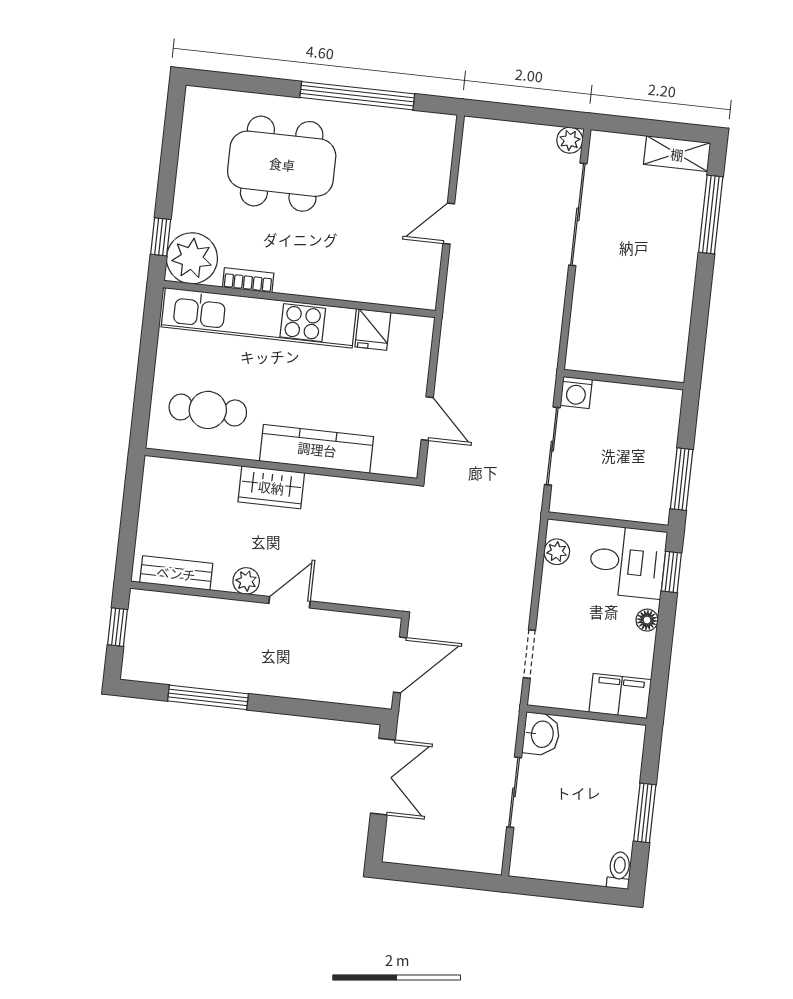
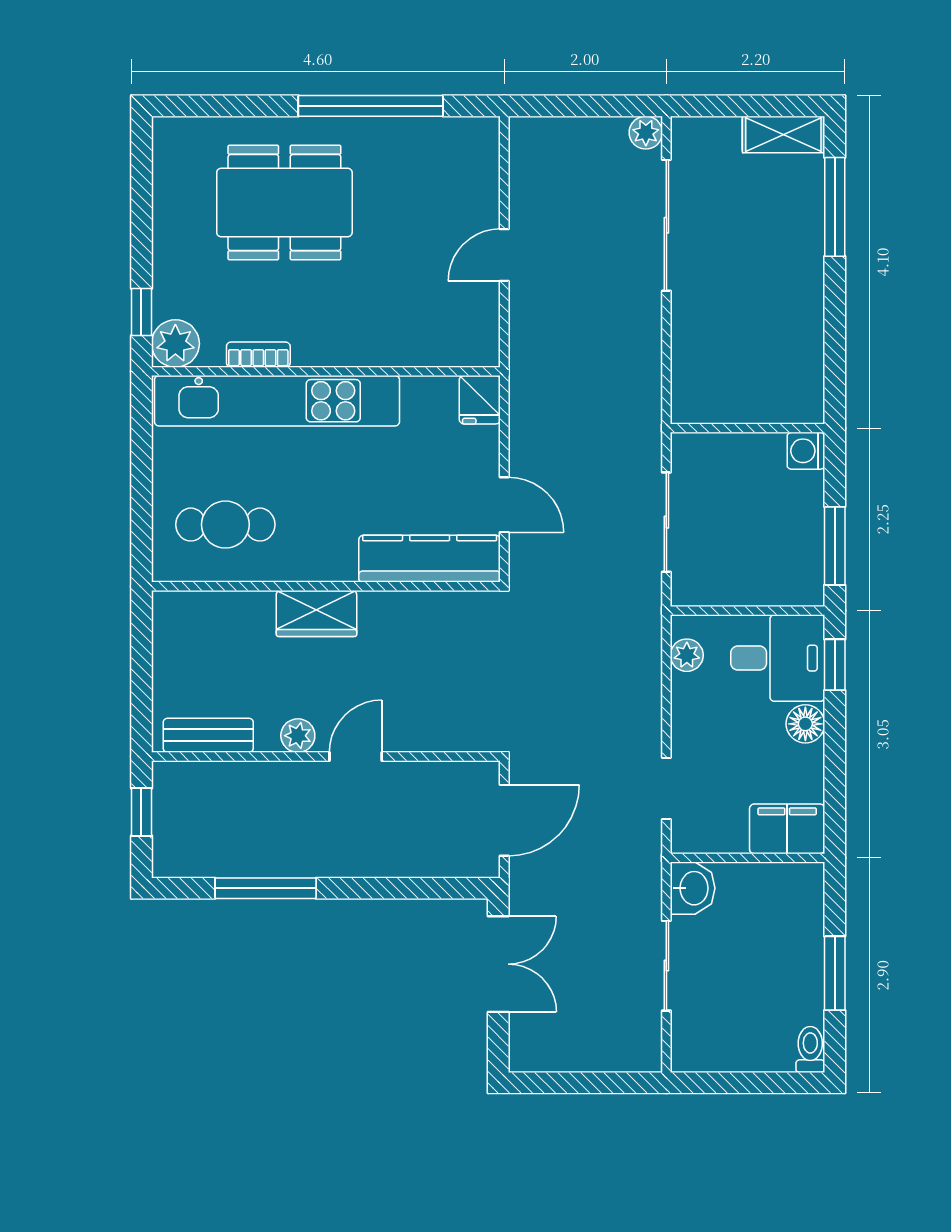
plant: (192, 258) -> (175, 344), width x0.73, depth x0.73
fridge: (373, 330) -> (480, 400), moved
washing machine: (576, 392) -> (806, 451), moved, turned 90
kitchen counter: (317, 449) -> (430, 559), moved
floor lamp: (647, 620) -> (805, 724), width x1.37, depth x1.37

